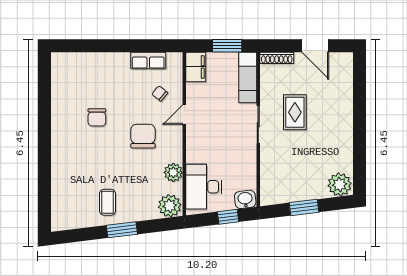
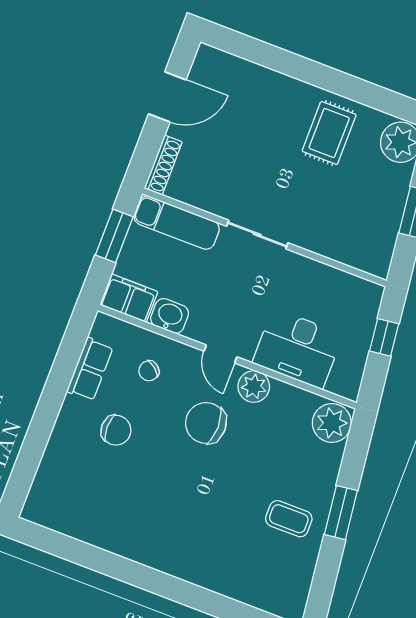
rug: (295, 112) -> (329, 133), moved, turned 90
door: (184, 115) -> (220, 354), moved
chair: (97, 117) -> (116, 430), moved
plant: (173, 172) -> (254, 387), moved
desk: (204, 187) -> (298, 349), moved
washbasin: (245, 199) -> (170, 316), moved, turned 97

